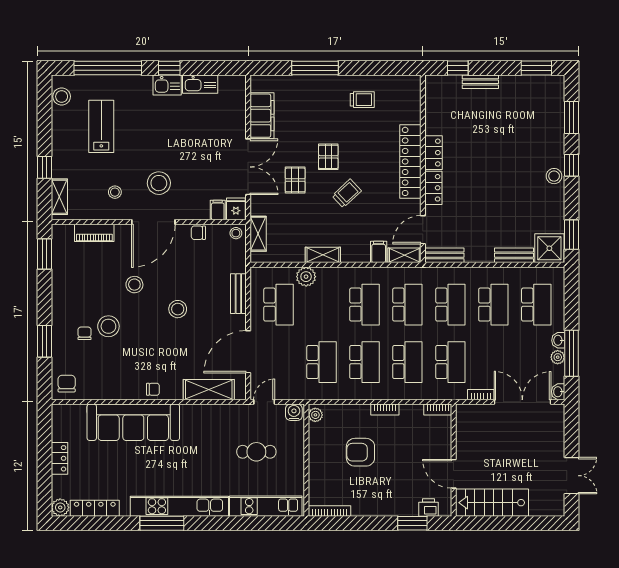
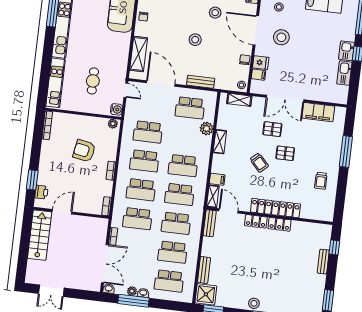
fridge: (236, 209) -> (261, 63), moved
armchair: (360, 452) -> (84, 151), turned -80

